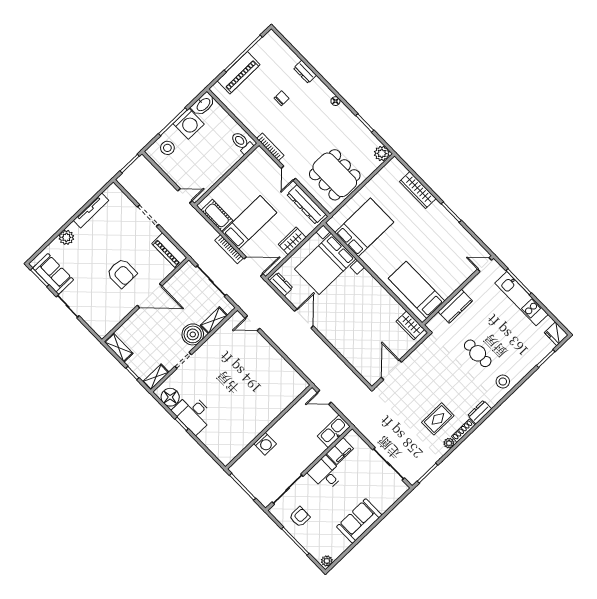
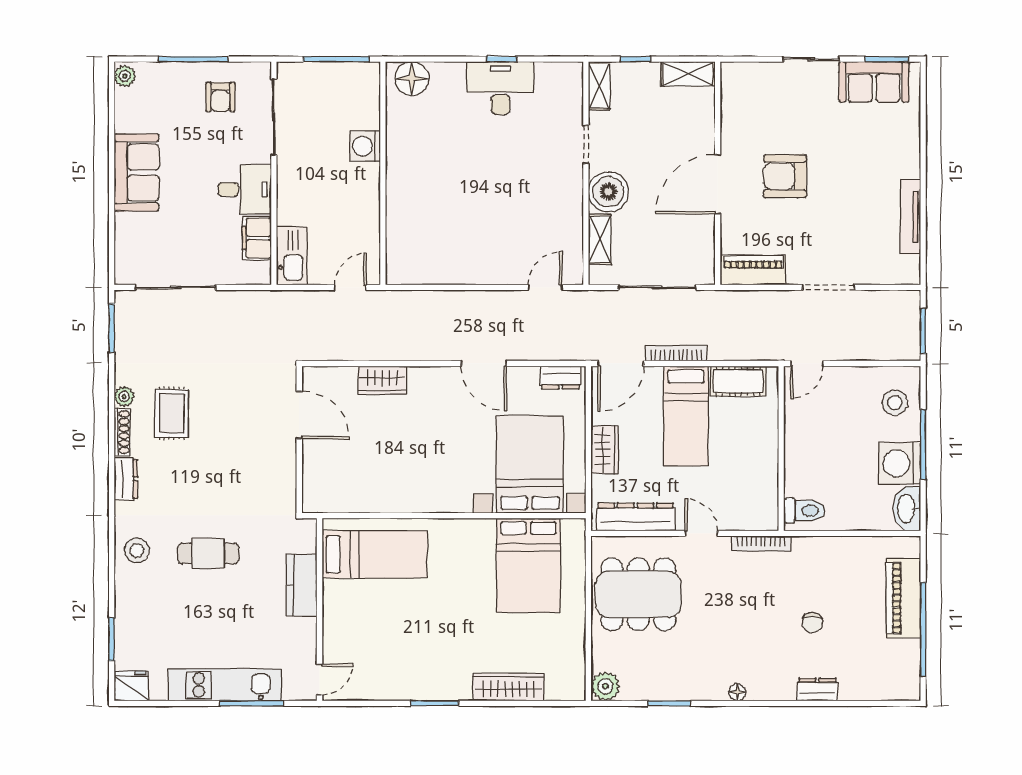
plant: (66, 237) -> (906, 148), removed
wardrobe: (410, 325) -> (382, 380), moved, turned 180
floor lamp: (170, 397) -> (412, 79), moved

